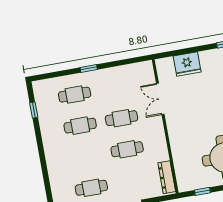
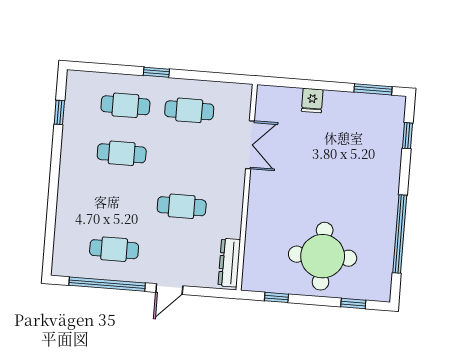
fridge: (187, 64) -> (312, 100), width x0.53, depth x0.75
double door: (160, 99) -> (250, 145), swing flipped
cafe table: (121, 118) -> (189, 110), moved

